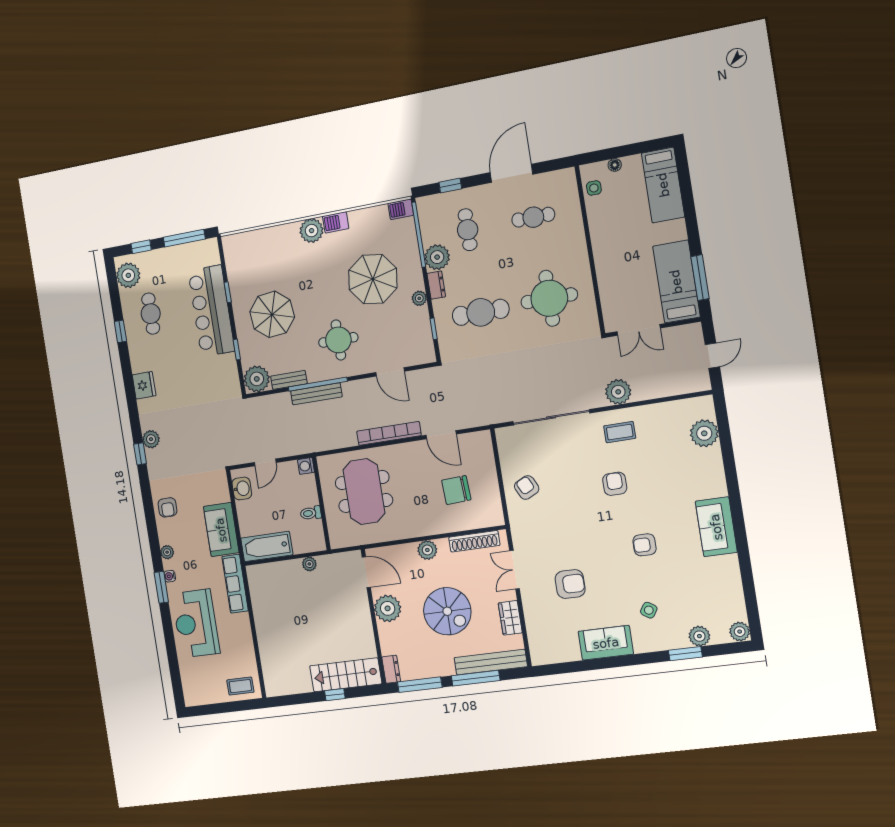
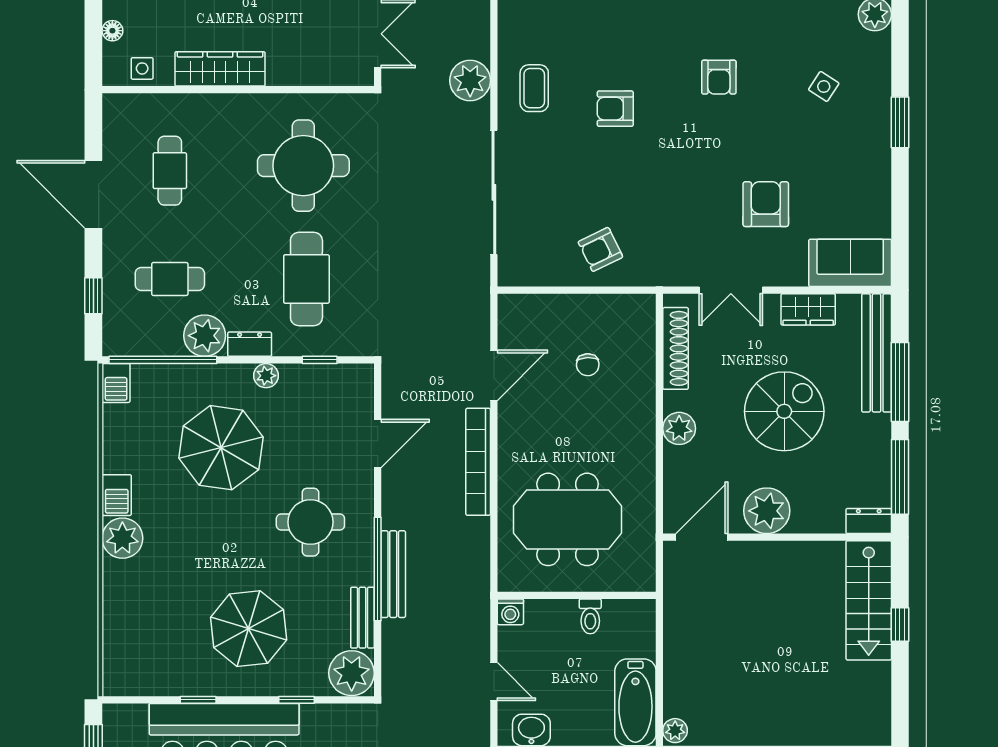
wardrobe: (601, 236) -> (220, 69), added
chair: (456, 490) -> (588, 365), width x0.54, depth x0.54
plant: (309, 564) -> (675, 731), moved
sofa: (606, 643) -> (850, 263), moved, turned 90
window: (685, 654) -> (900, 122), moved

